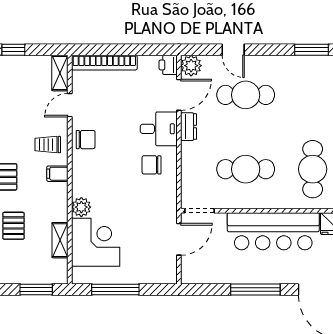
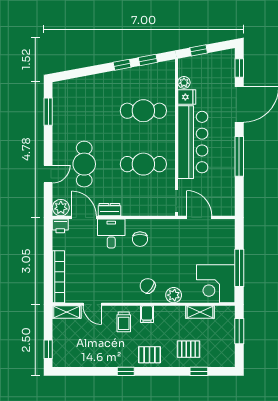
chair: (86, 140) -> (148, 286), moved, turned -54
cafe table: (246, 169) -> (143, 164), turned 90
corner desk: (96, 242) -> (216, 284), moved, turned -90

